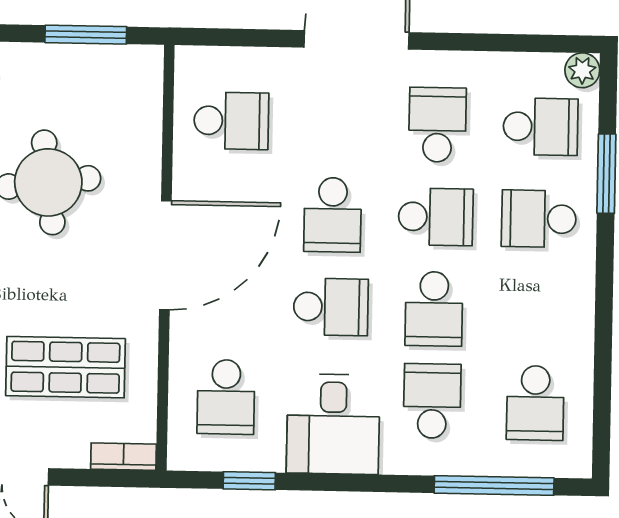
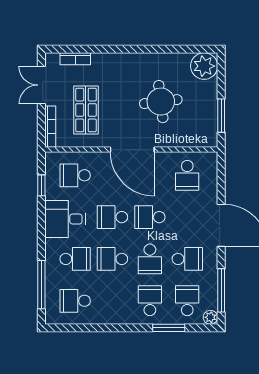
window: (517, 43) -> (221, 290), added
school desk: (541, 127) -> (187, 301), turned 180
school desk: (331, 307) -> (113, 217), turned 90
bookcase: (124, 457) -> (50, 127), width x1.56

